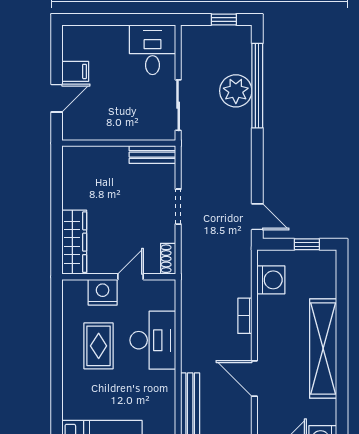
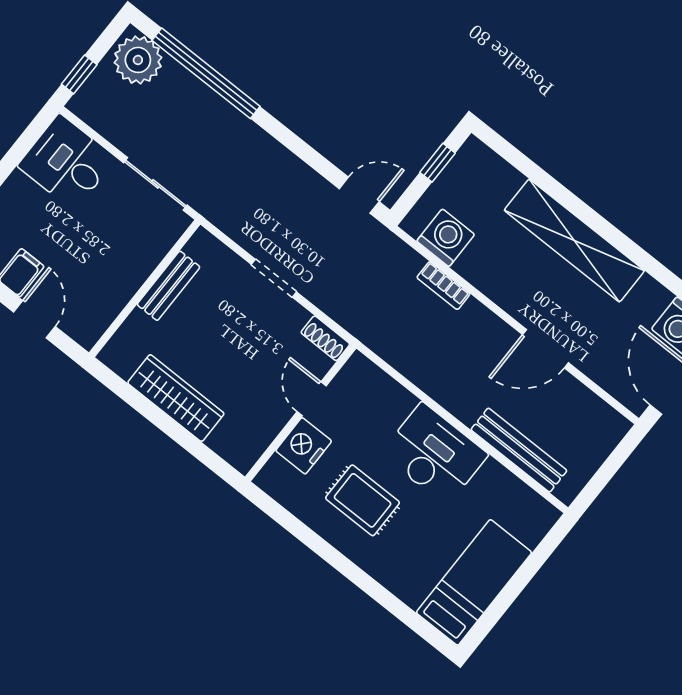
window: (224, 19) -> (79, 74), moved
plant: (236, 91) -> (138, 60), moved
bench: (152, 155) -> (169, 286), moved
wardrobe: (74, 242) -> (176, 398), moved
bookcase: (245, 316) -> (443, 286), moved
desk: (153, 340) -> (434, 454), moved

